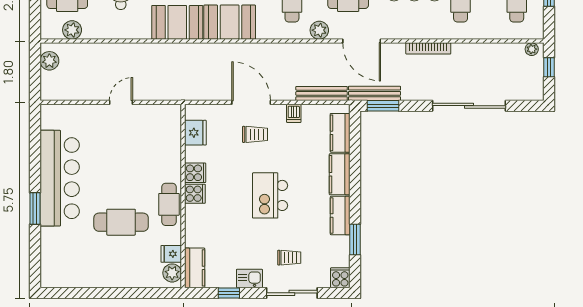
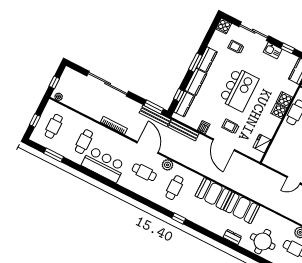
window: (355, 142) -> (179, 95), added
cooker: (195, 173) -> (284, 100), moved
kitchen island: (270, 195) -> (239, 90), width x1.37, depth x1.28
window: (355, 240) -> (195, 62), moved
trolley: (289, 258) -> (236, 47), moved

